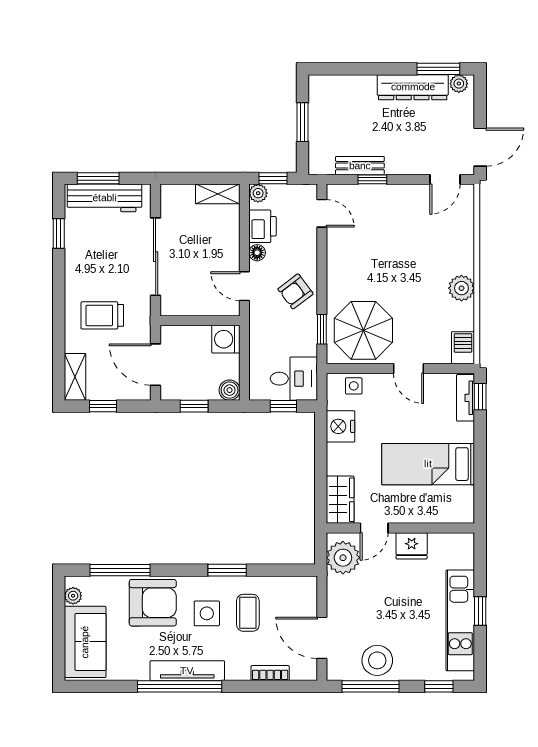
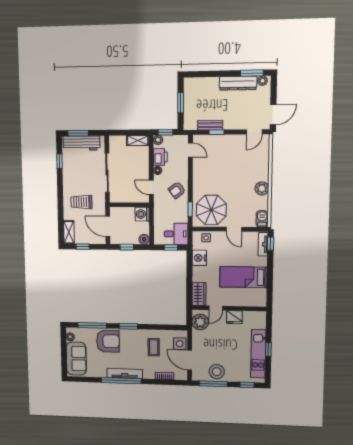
window: (227, 570) -> (128, 326), moved
side table: (207, 613) -> (180, 344), moved

